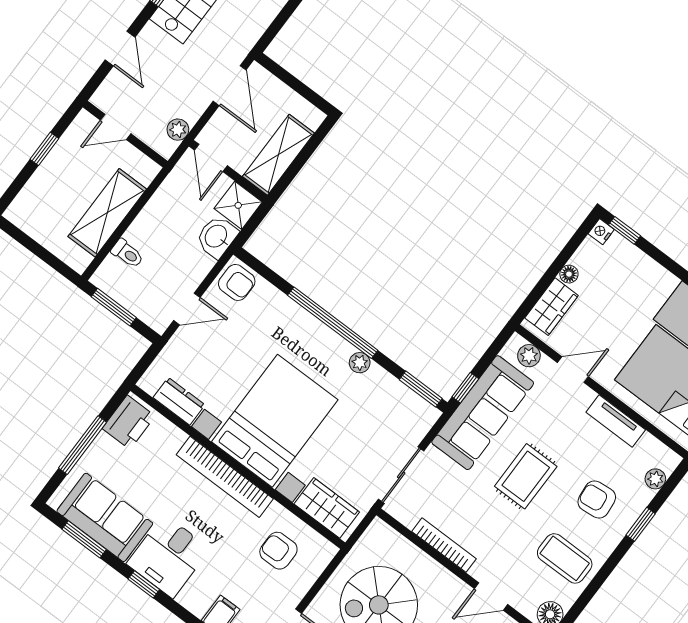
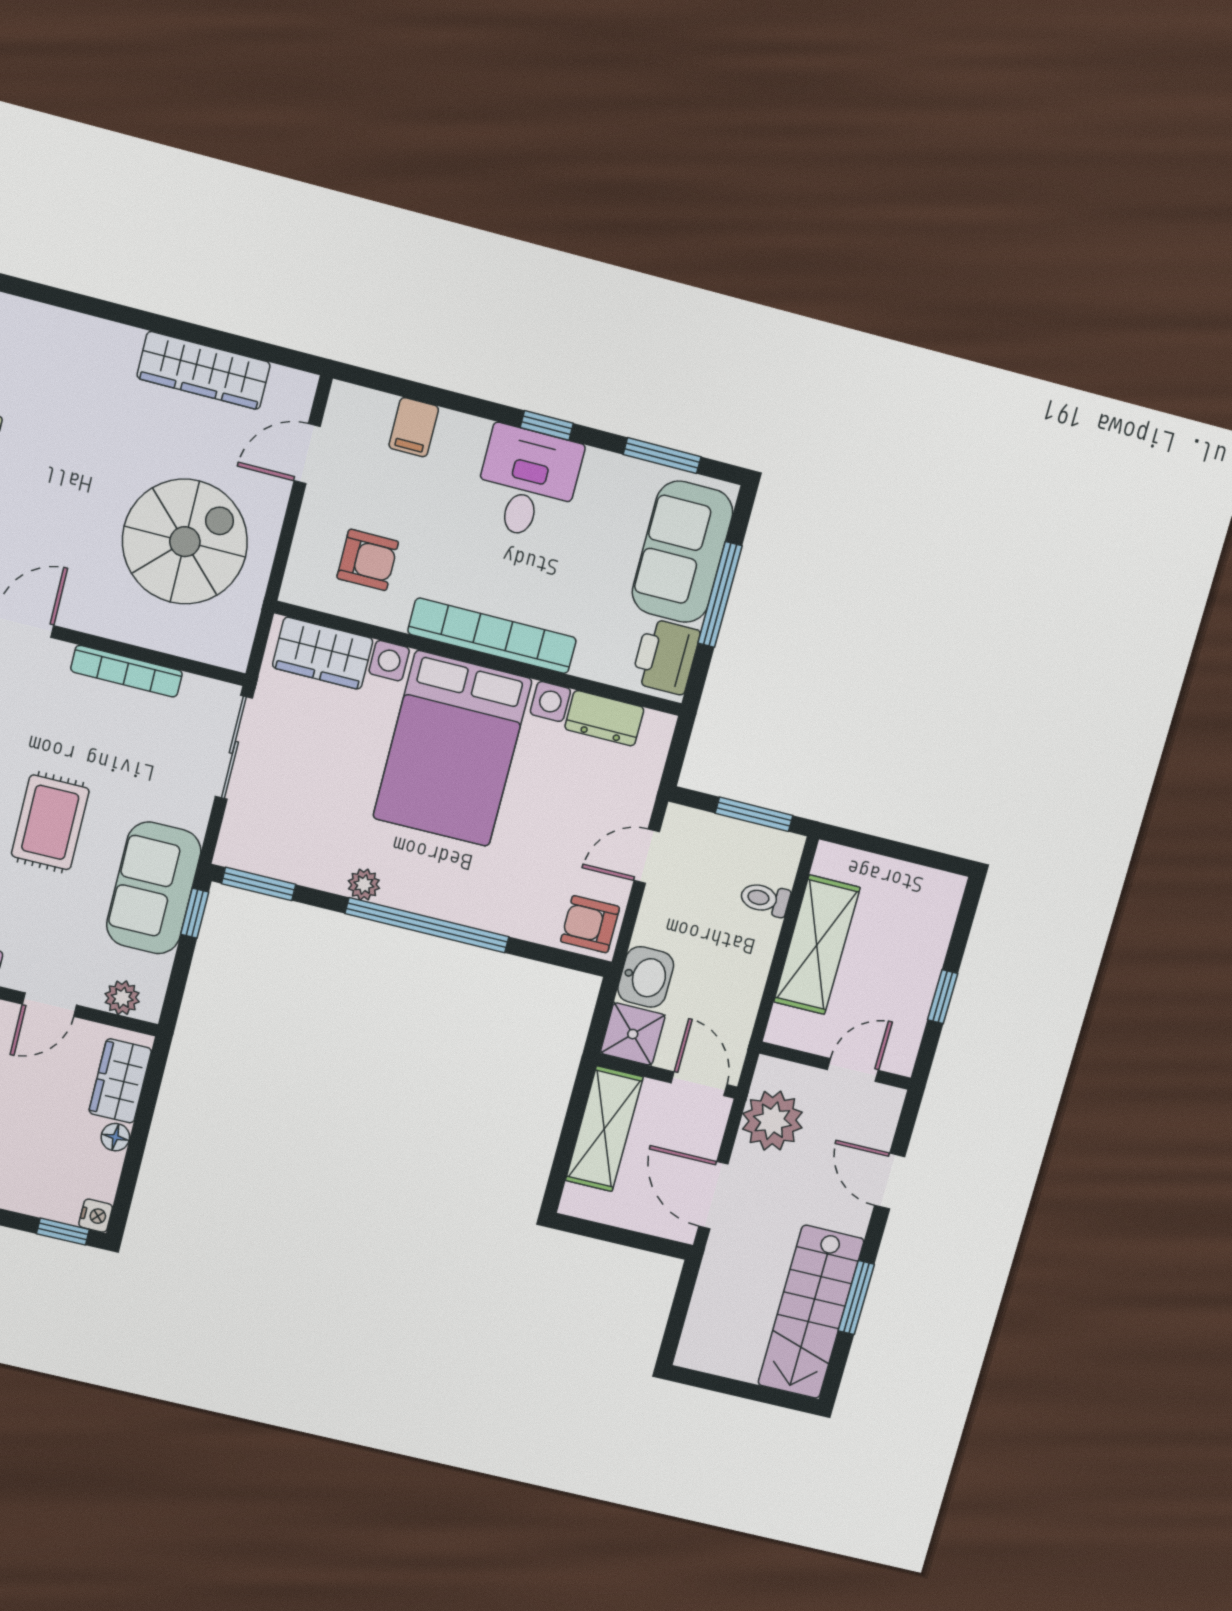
plant: (178, 130) -> (772, 1121), width x1.88, depth x1.88
sofa: (483, 413) -> (154, 888), width x0.73
sofa: (105, 517) -> (682, 552), moved, turned 90

